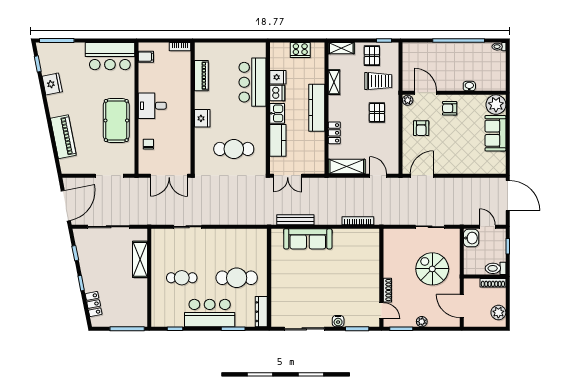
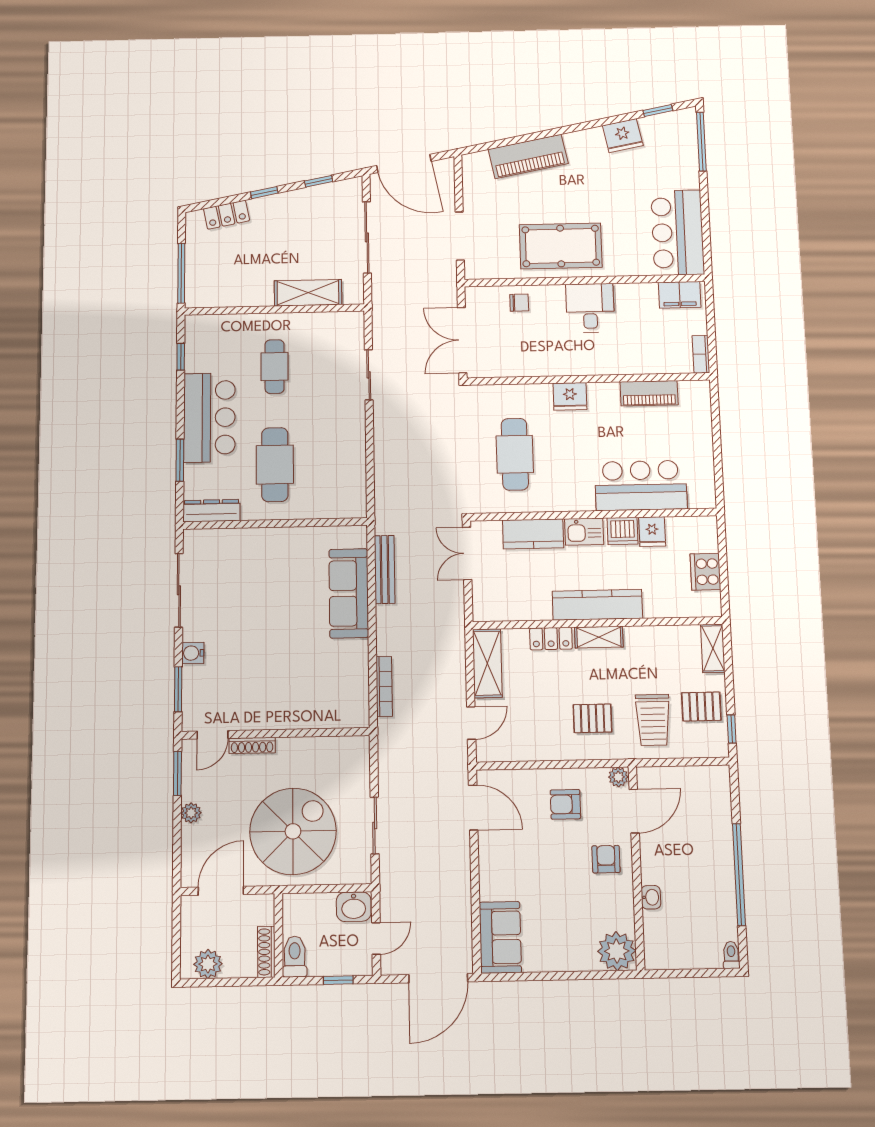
filing cabinet: (146, 57) -> (680, 295), width x2.00
shelving: (334, 82) -> (599, 637), moved
sofa: (495, 133) -> (500, 937), moved, turned 90
spiral stairs: (432, 269) -> (293, 831), width x1.37, depth x1.37

